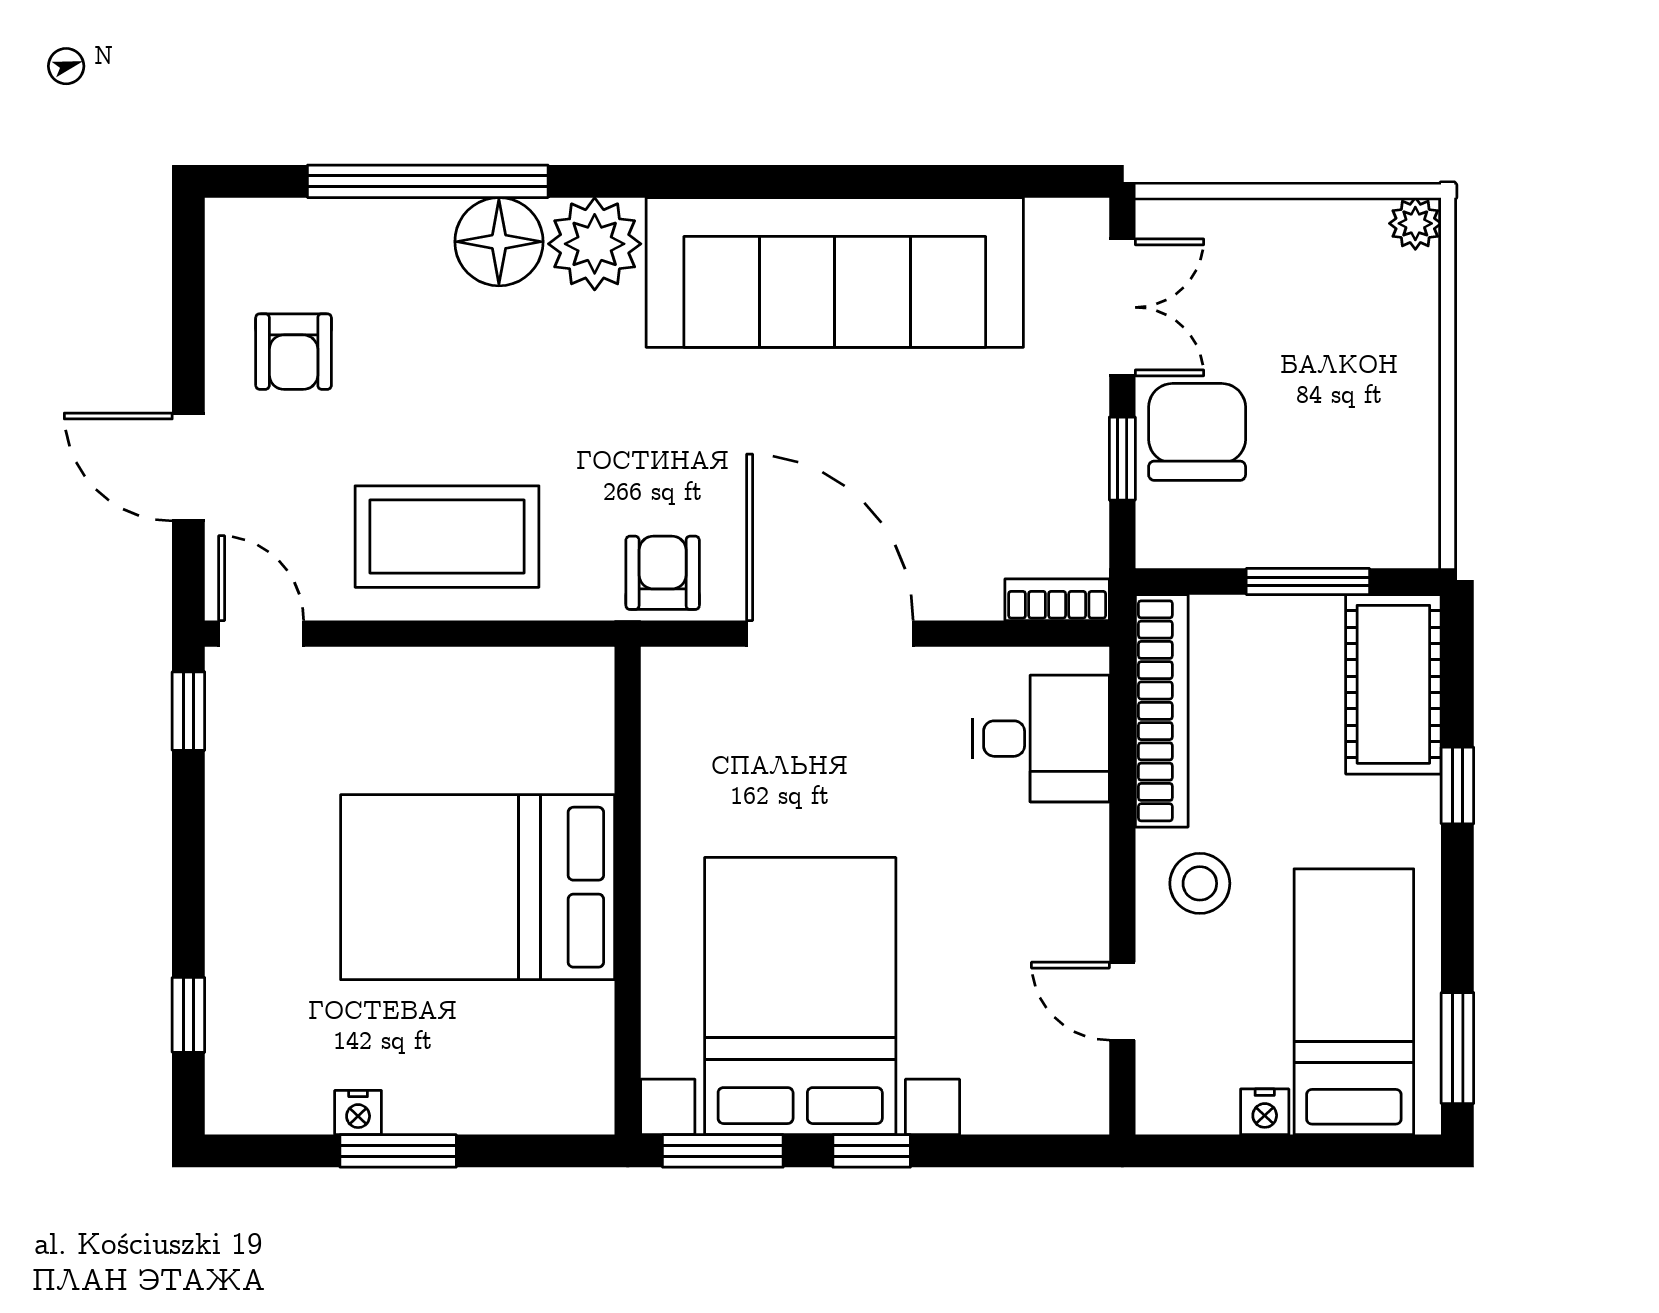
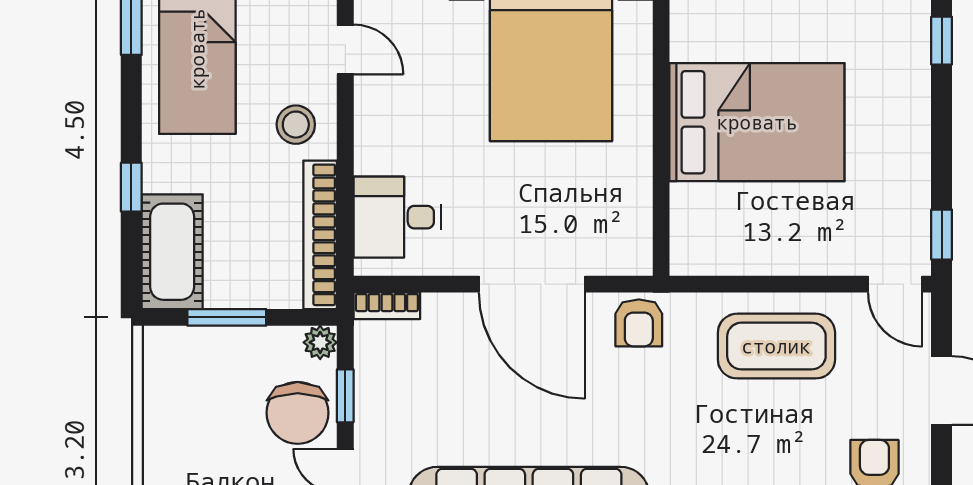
plant: (1162, 542) -> (320, 342), added

